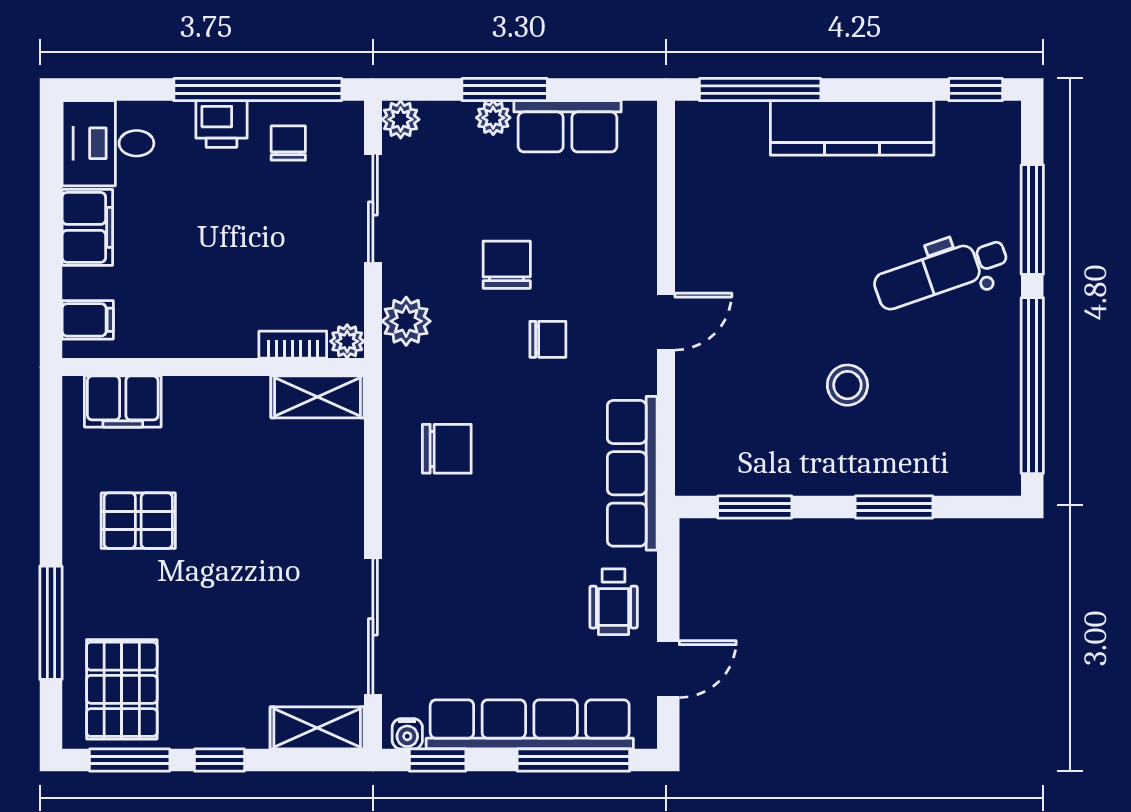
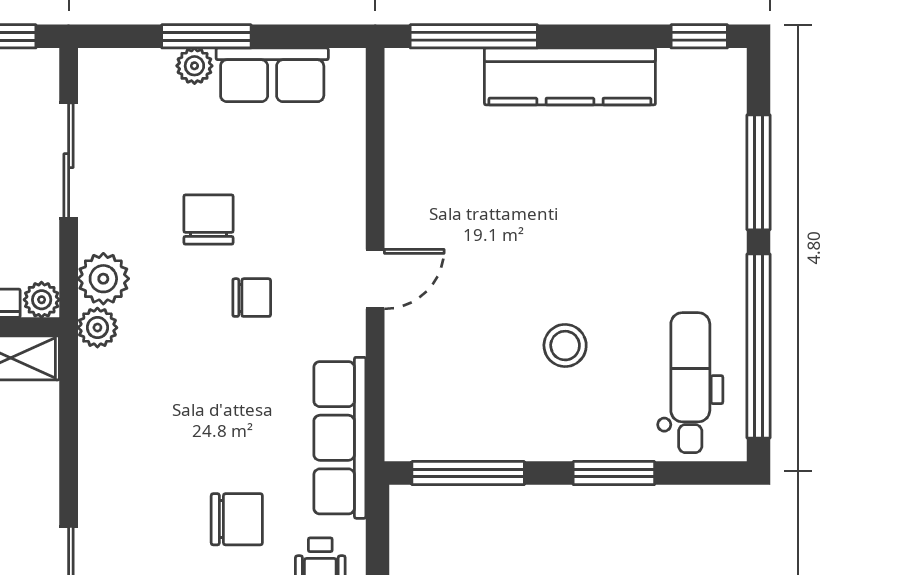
plant: (401, 119) -> (97, 328), moved
dental chair: (941, 273) -> (690, 383), moved, turned 109
chair: (447, 449) -> (237, 519), moved
window: (755, 507) -> (468, 473), width x1.44

